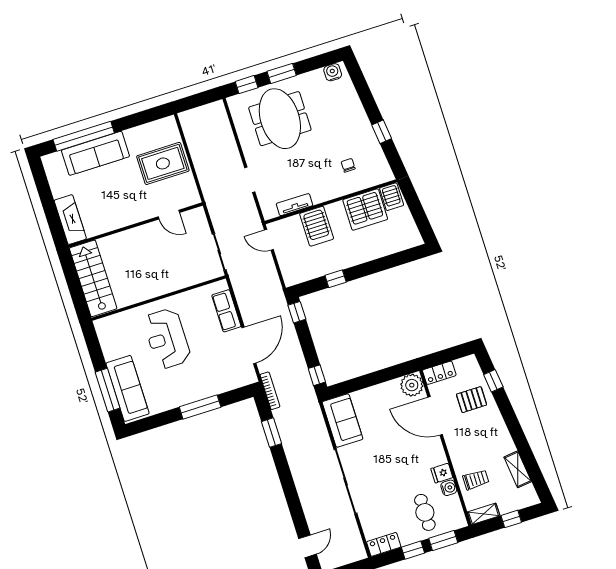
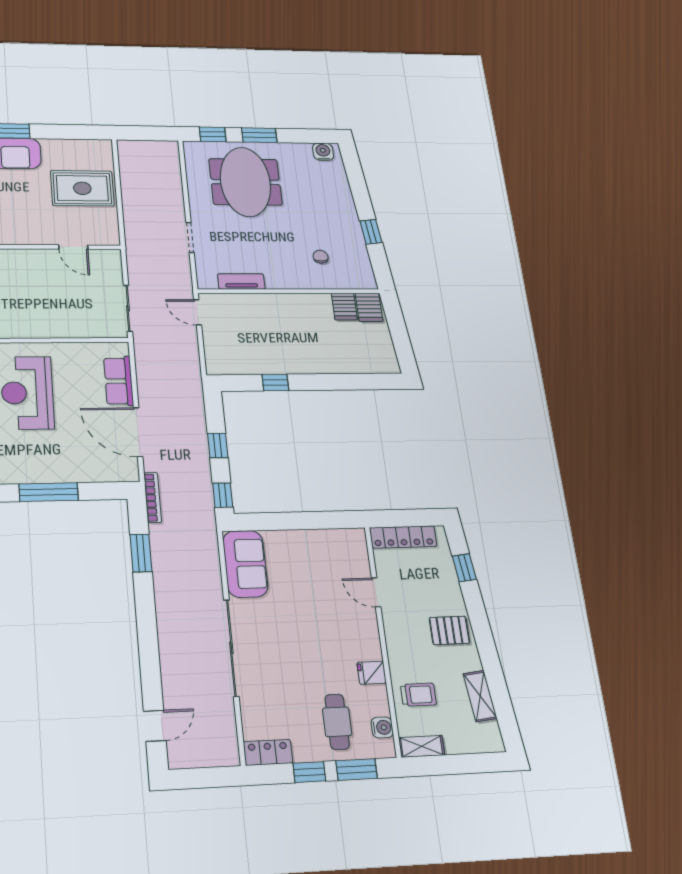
server rack: (365, 210) -> (344, 306), width x0.46, depth x0.70
server rack: (317, 226) -> (264, 314), removed
window: (297, 312) -> (218, 445), moved
door: (249, 345) -> (138, 432), swing flipped
locker: (439, 373) -> (403, 537), width x1.53
plant: (412, 385) -> (351, 543), removed
pallet: (472, 400) -> (449, 630), moved
door: (435, 416) -> (376, 592), width x0.53
water cooler: (449, 488) -> (382, 727), moved
window: (511, 519) -> (460, 764), removed

